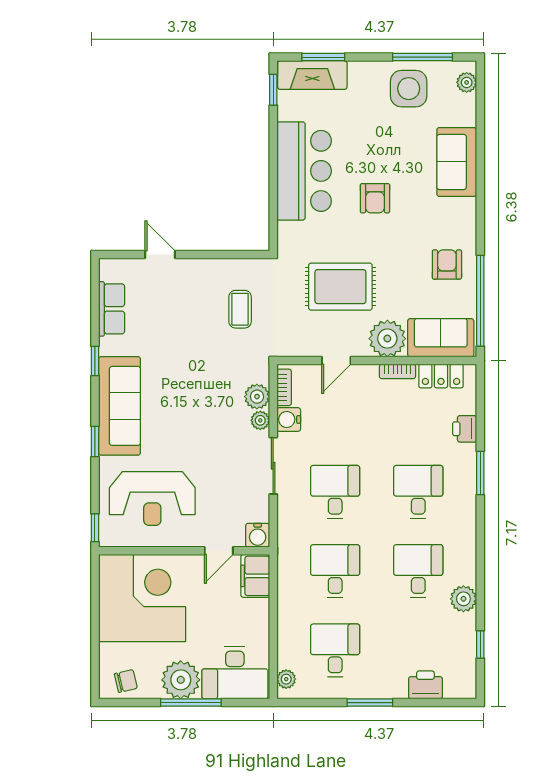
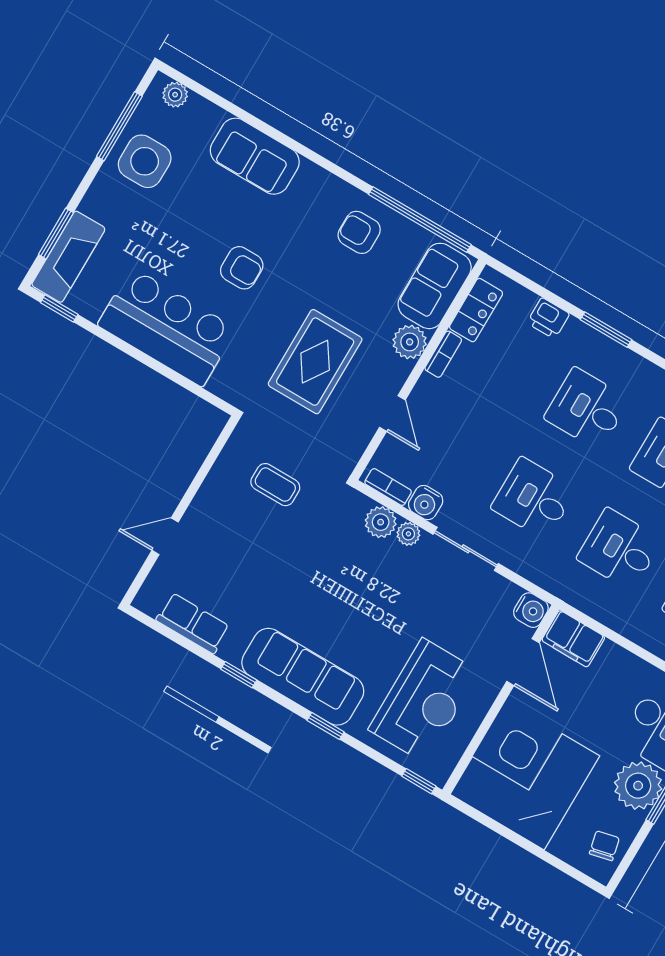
plant: (387, 339) -> (410, 342), width x0.73, depth x0.73
door: (219, 551) -> (523, 662), width x1.38

